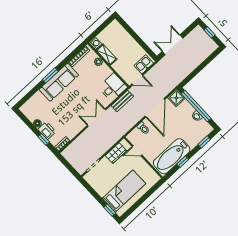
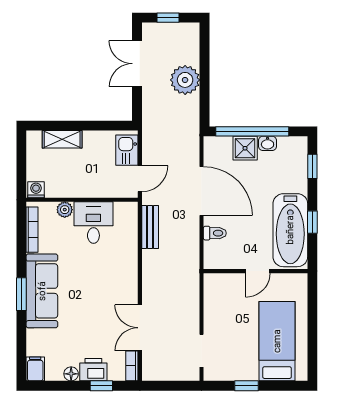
double door: (173, 45) -> (137, 64), moved
shelving: (107, 55) -> (62, 139), moved
plant: (192, 62) -> (185, 80), added
desk: (113, 87) -> (93, 223), moved
shower: (176, 98) -> (245, 148), moved
filing cabinet: (26, 108) -> (35, 369), added
double door: (97, 118) -> (140, 328), moved
door: (137, 151) -> (258, 271), moved
wardrobe: (116, 153) -> (214, 303), removed
window: (110, 210) -> (246, 386), moved

